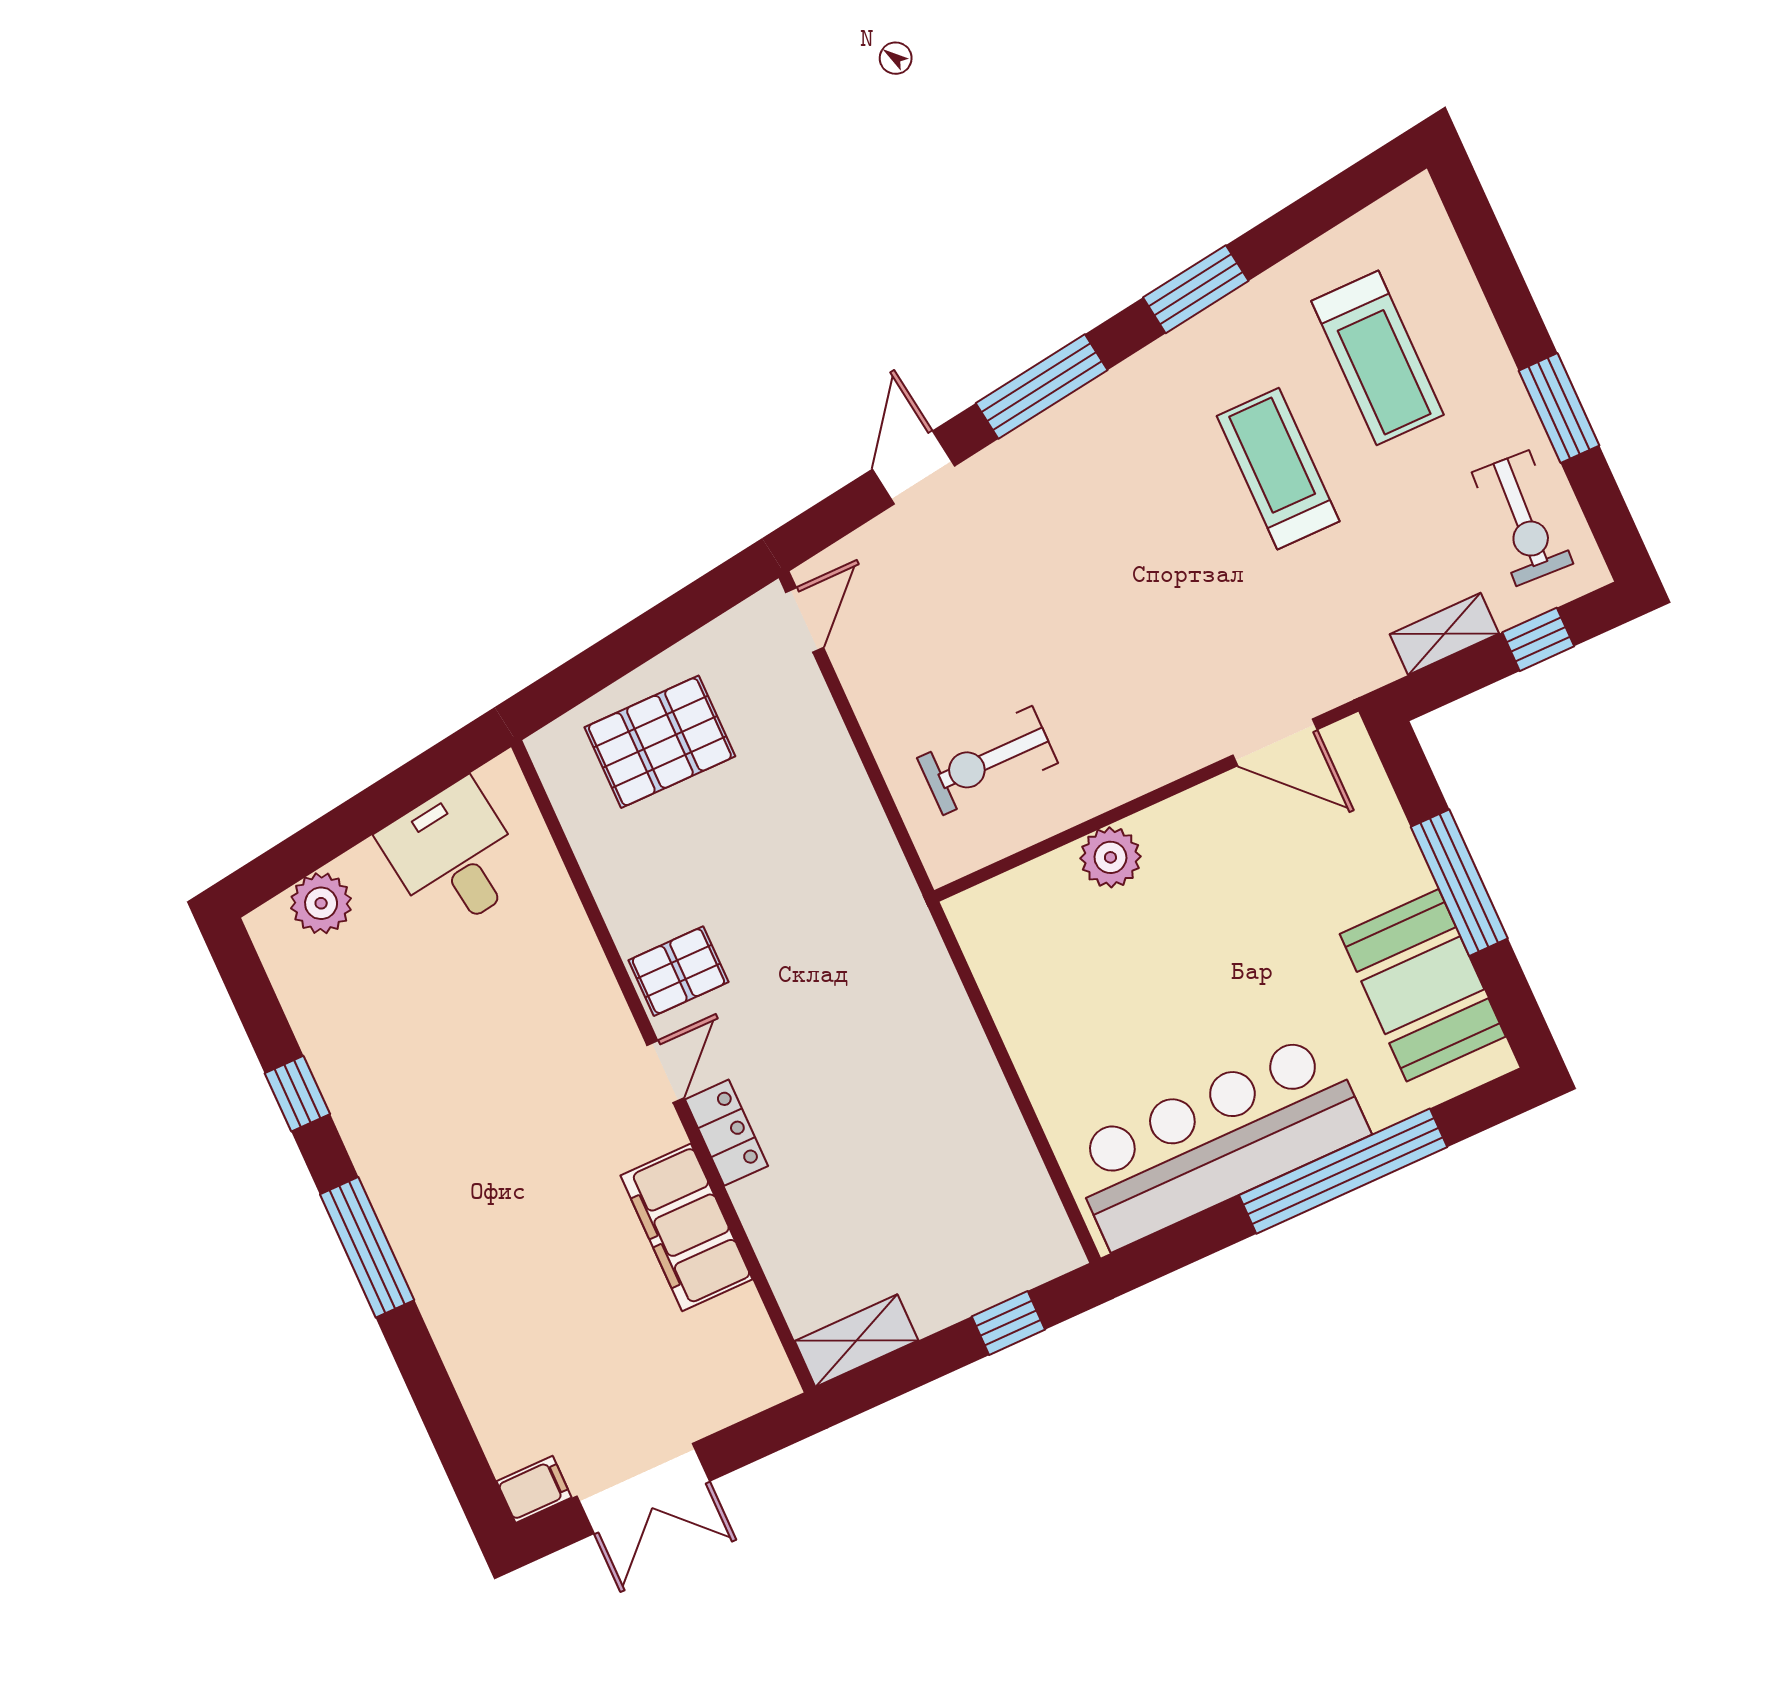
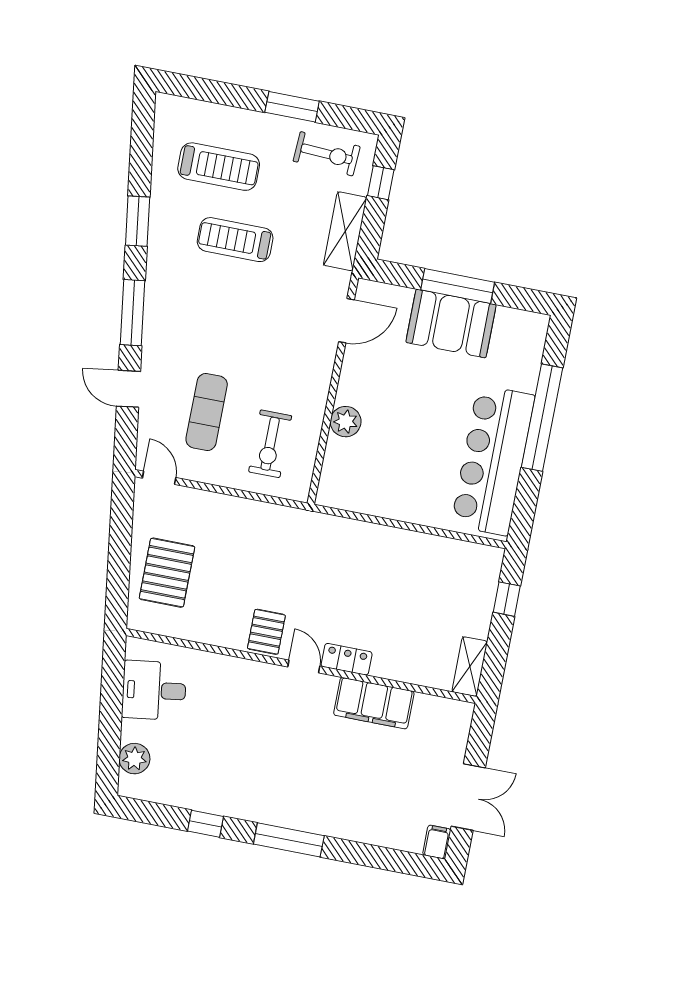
exercise mat: (966, 621) -> (207, 412), added
shelving: (1444, 634) -> (345, 231), width x1.50, depth x1.33
booth: (1423, 985) -> (451, 323), moved

